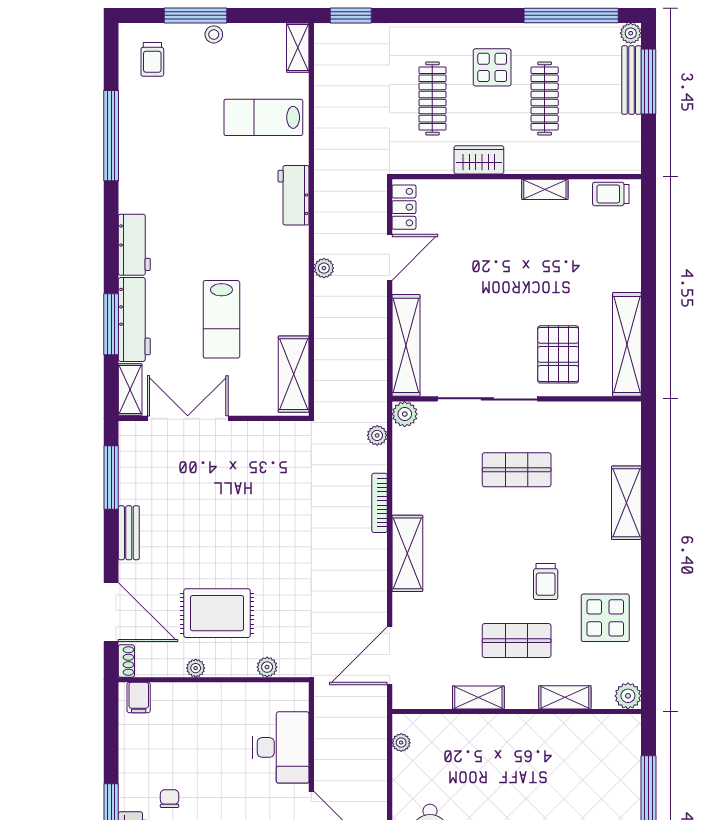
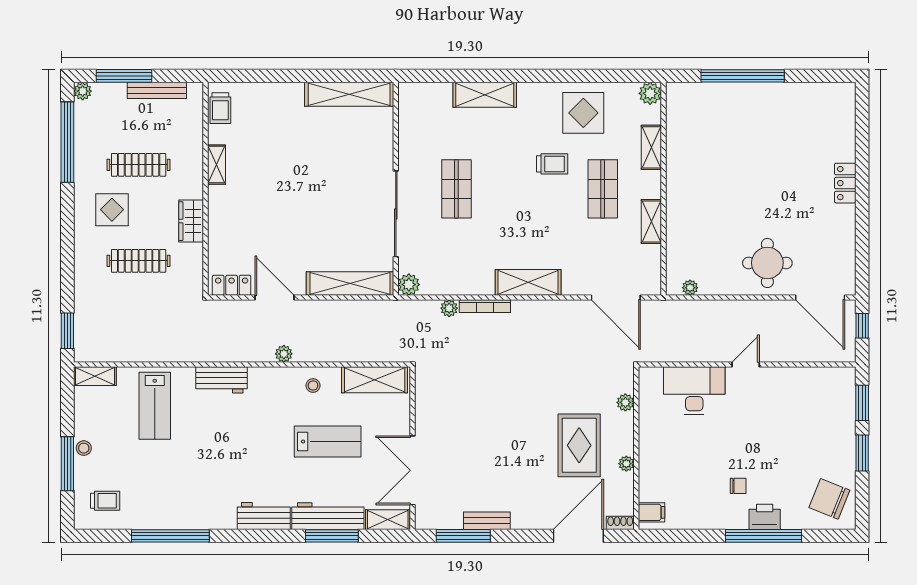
bench: (631, 80) -> (157, 90), moved
stool: (287, 302) -> (313, 385), added
pallet: (558, 354) -> (358, 153), removed
plant: (377, 435) -> (449, 308), moved
bench: (129, 533) -> (487, 521), moved
chair: (170, 799) -> (738, 486), turned 180

